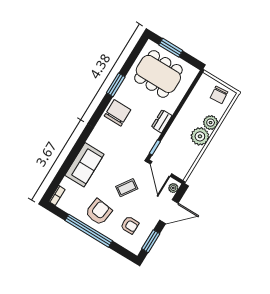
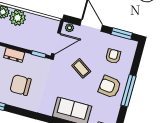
chair: (118, 113) -> (20, 85), moved
window: (89, 231) -> (128, 91), width x0.68

